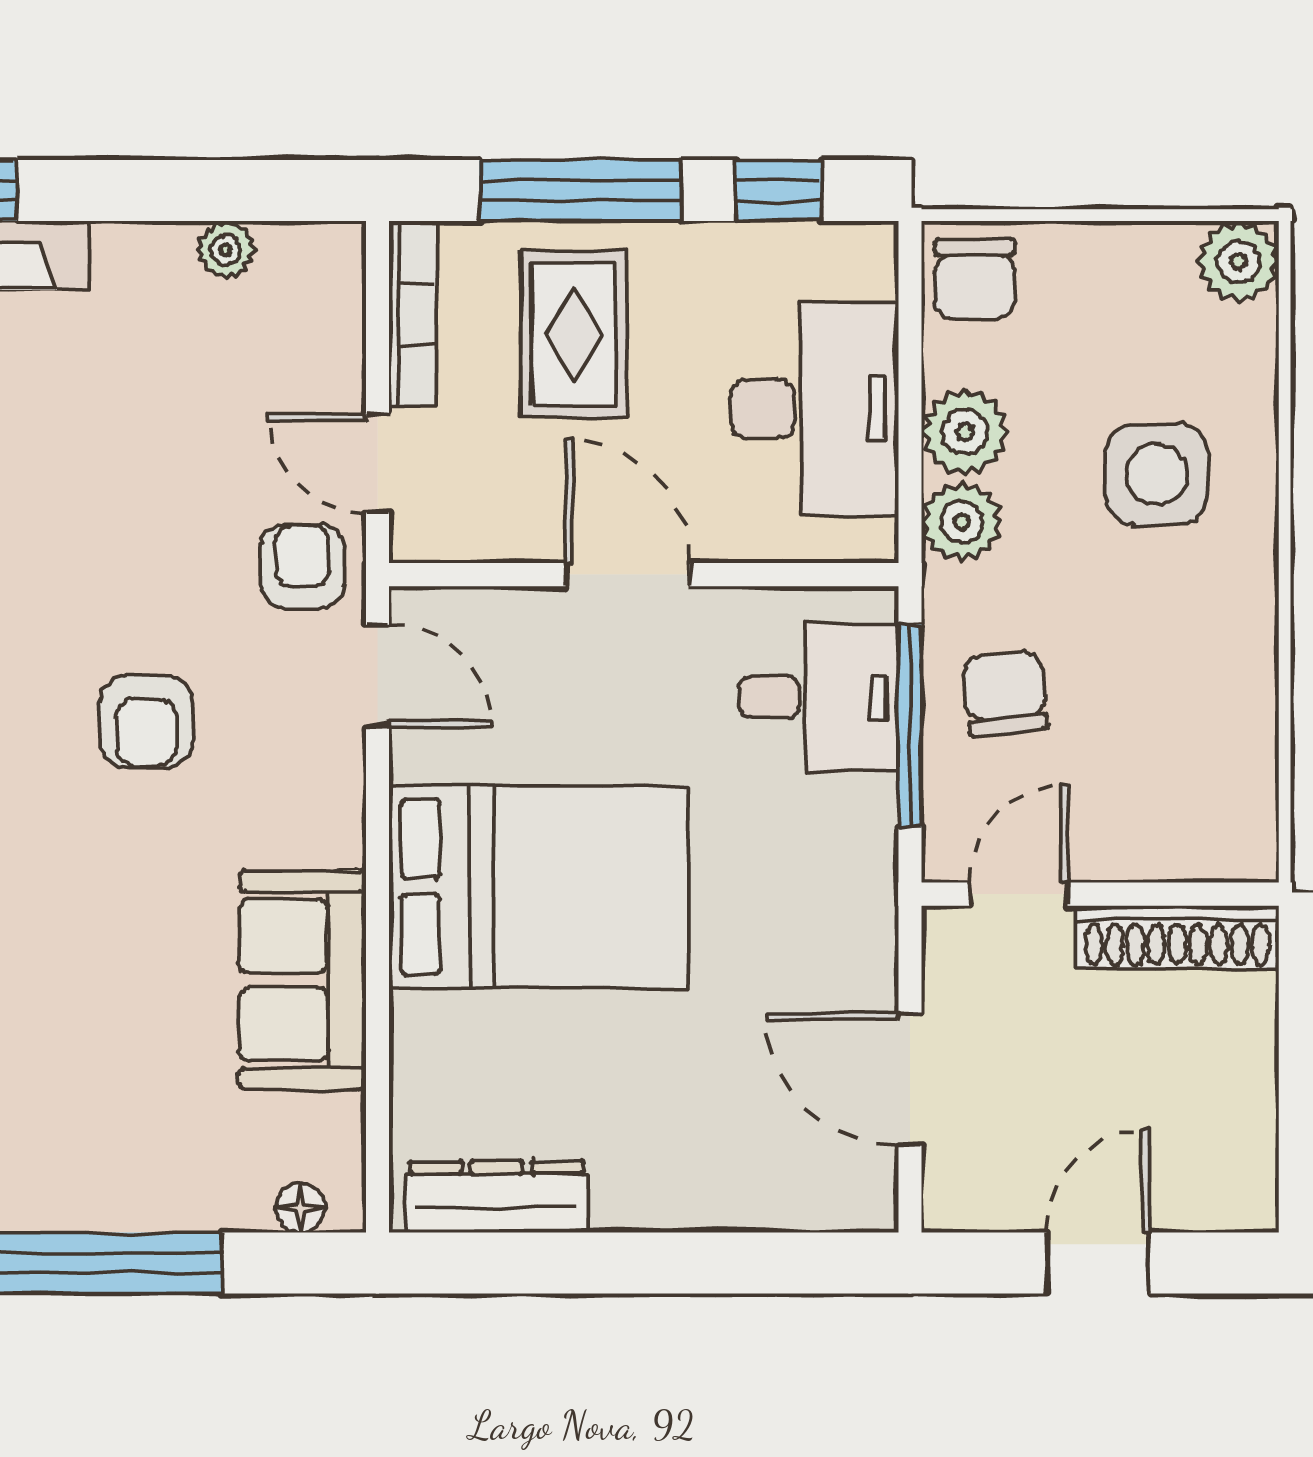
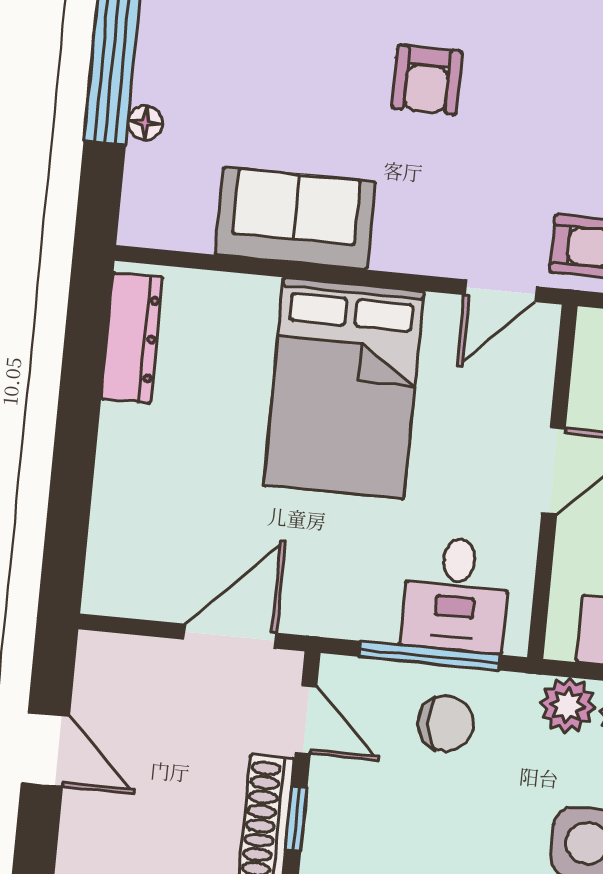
armchair: (146, 721) -> (427, 80), moved, turned -90
window: (1162, 894) -> (296, 818), added
door: (910, 1079) -> (230, 636), moved
floor lamp: (301, 1208) -> (145, 123), moved

